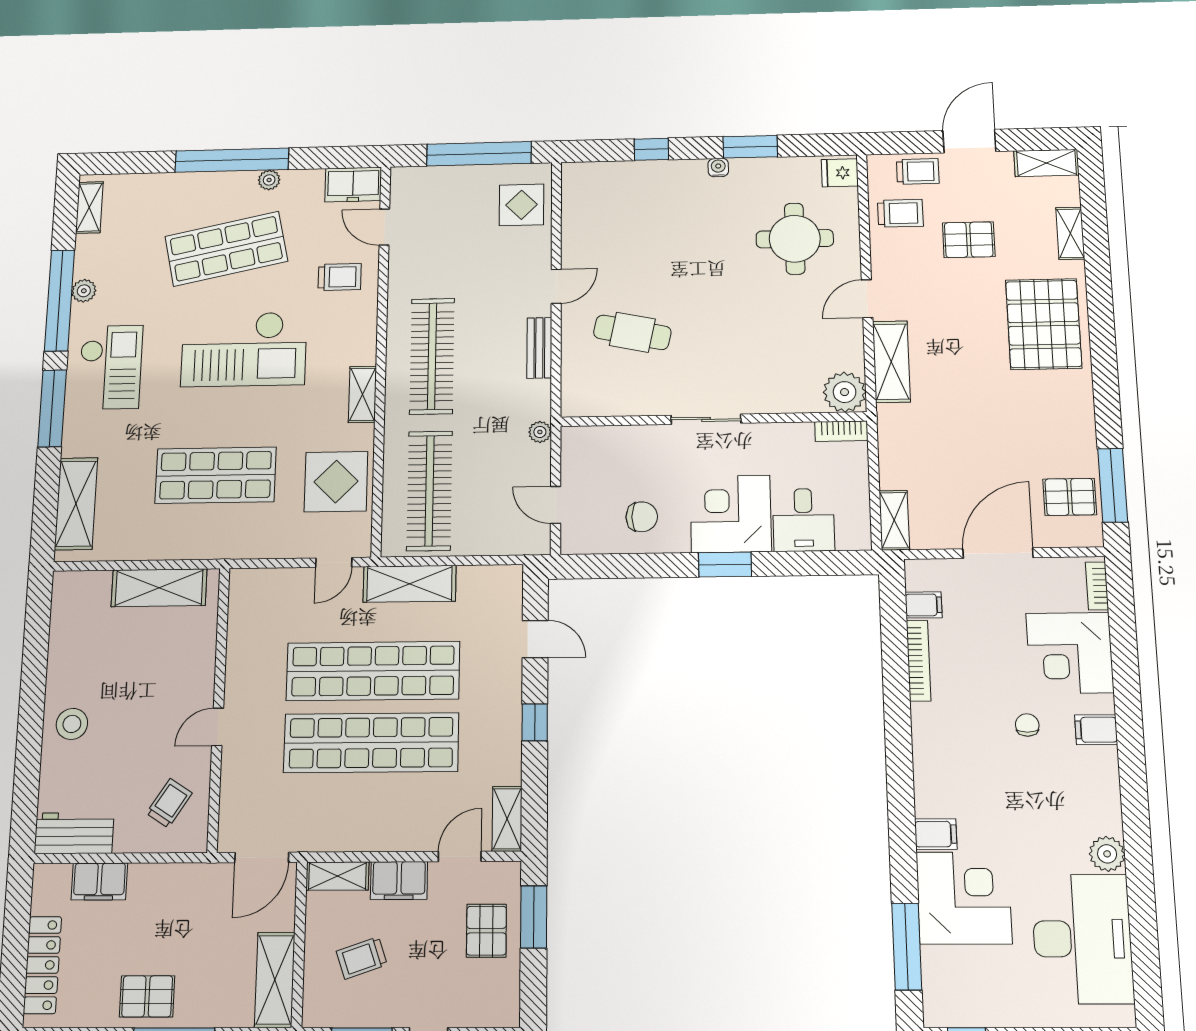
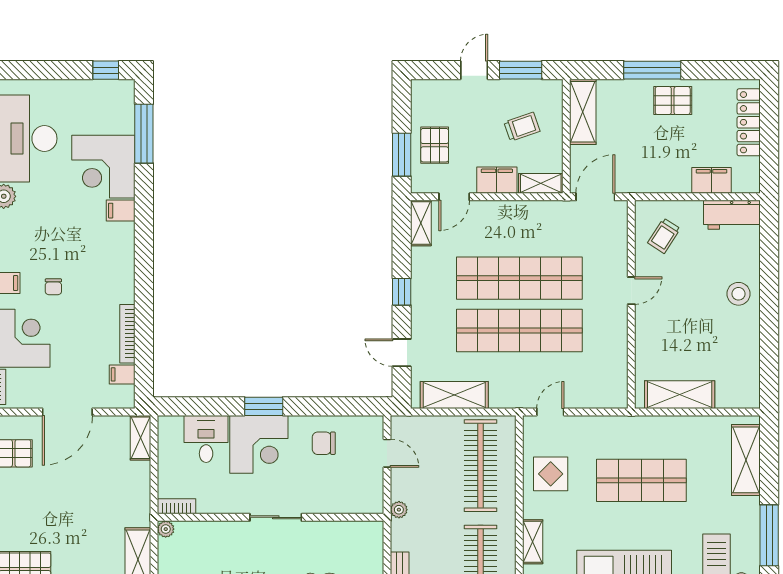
plant: (845, 392) -> (166, 529), width x0.53, depth x0.53
display table: (336, 482) -> (551, 474), width x0.73, depth x0.73
shelving: (410, 584) -> (454, 395), moved

